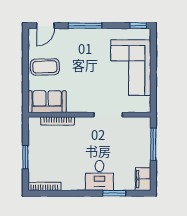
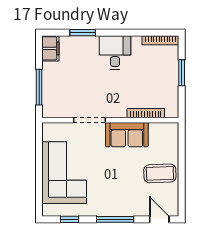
door: (45, 26) -> (159, 219), hinge flipped
window: (138, 26) -> (69, 219), moved
sofa: (47, 102) -> (127, 135), moved
desk: (99, 175) -> (115, 52), moved

